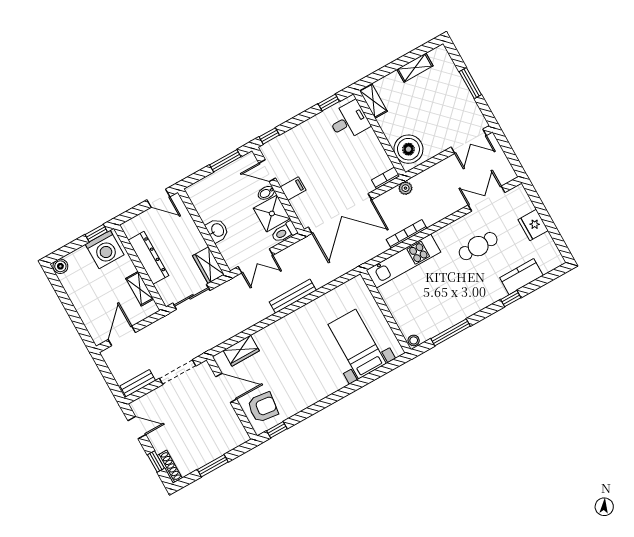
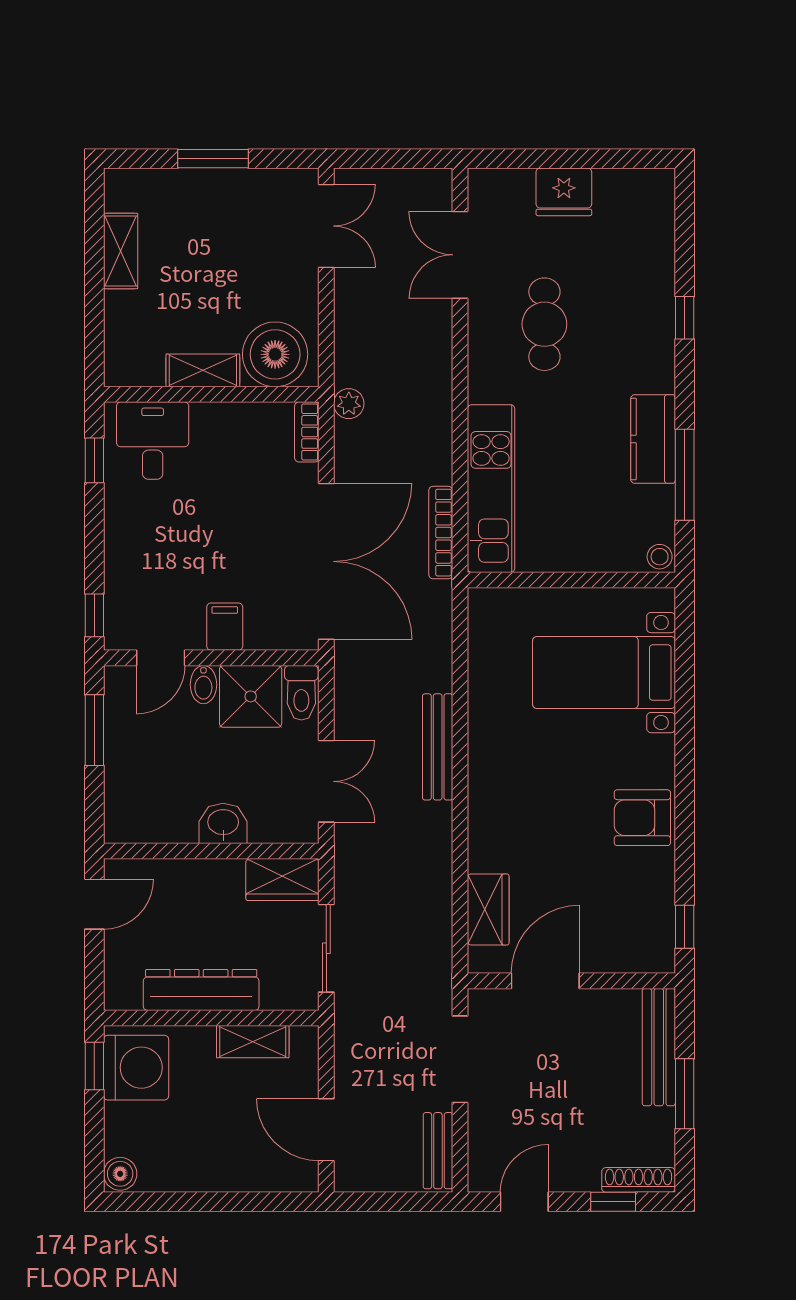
shelving: (373, 101) -> (203, 370), moved
bookcase: (407, 234) -> (441, 533), moved
kitchen counter: (521, 277) -> (653, 439), moved
armchair: (263, 407) -> (642, 818), moved, turned -97
bench: (225, 446) -> (659, 1047), added

